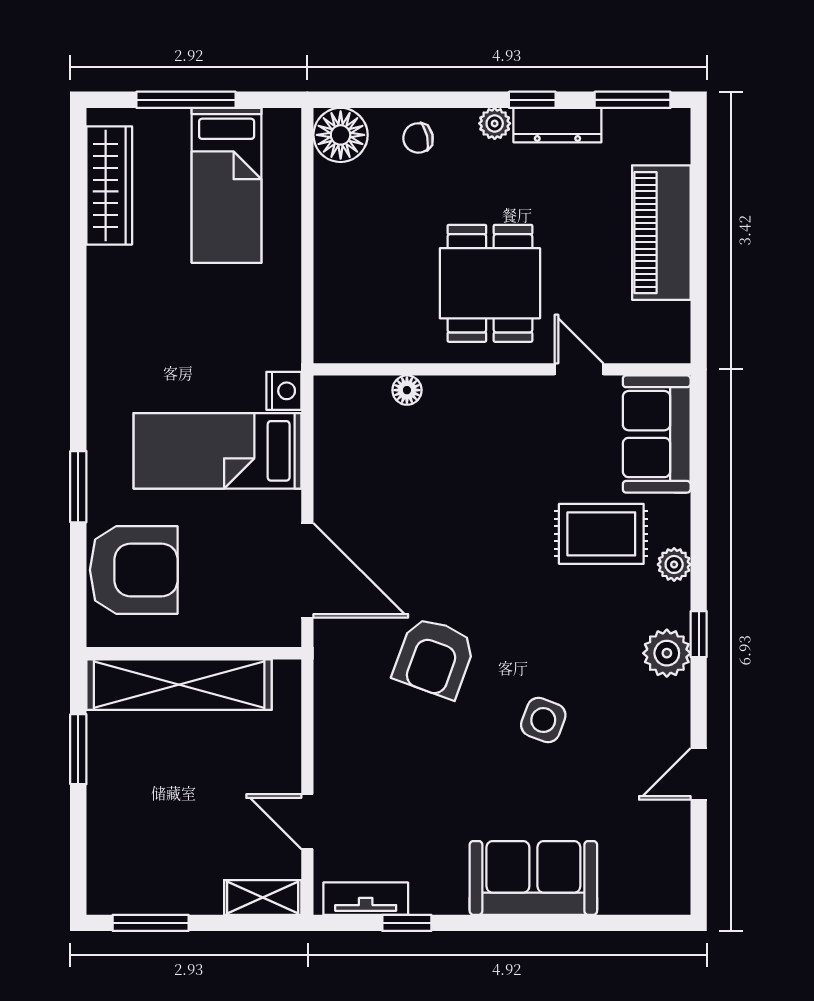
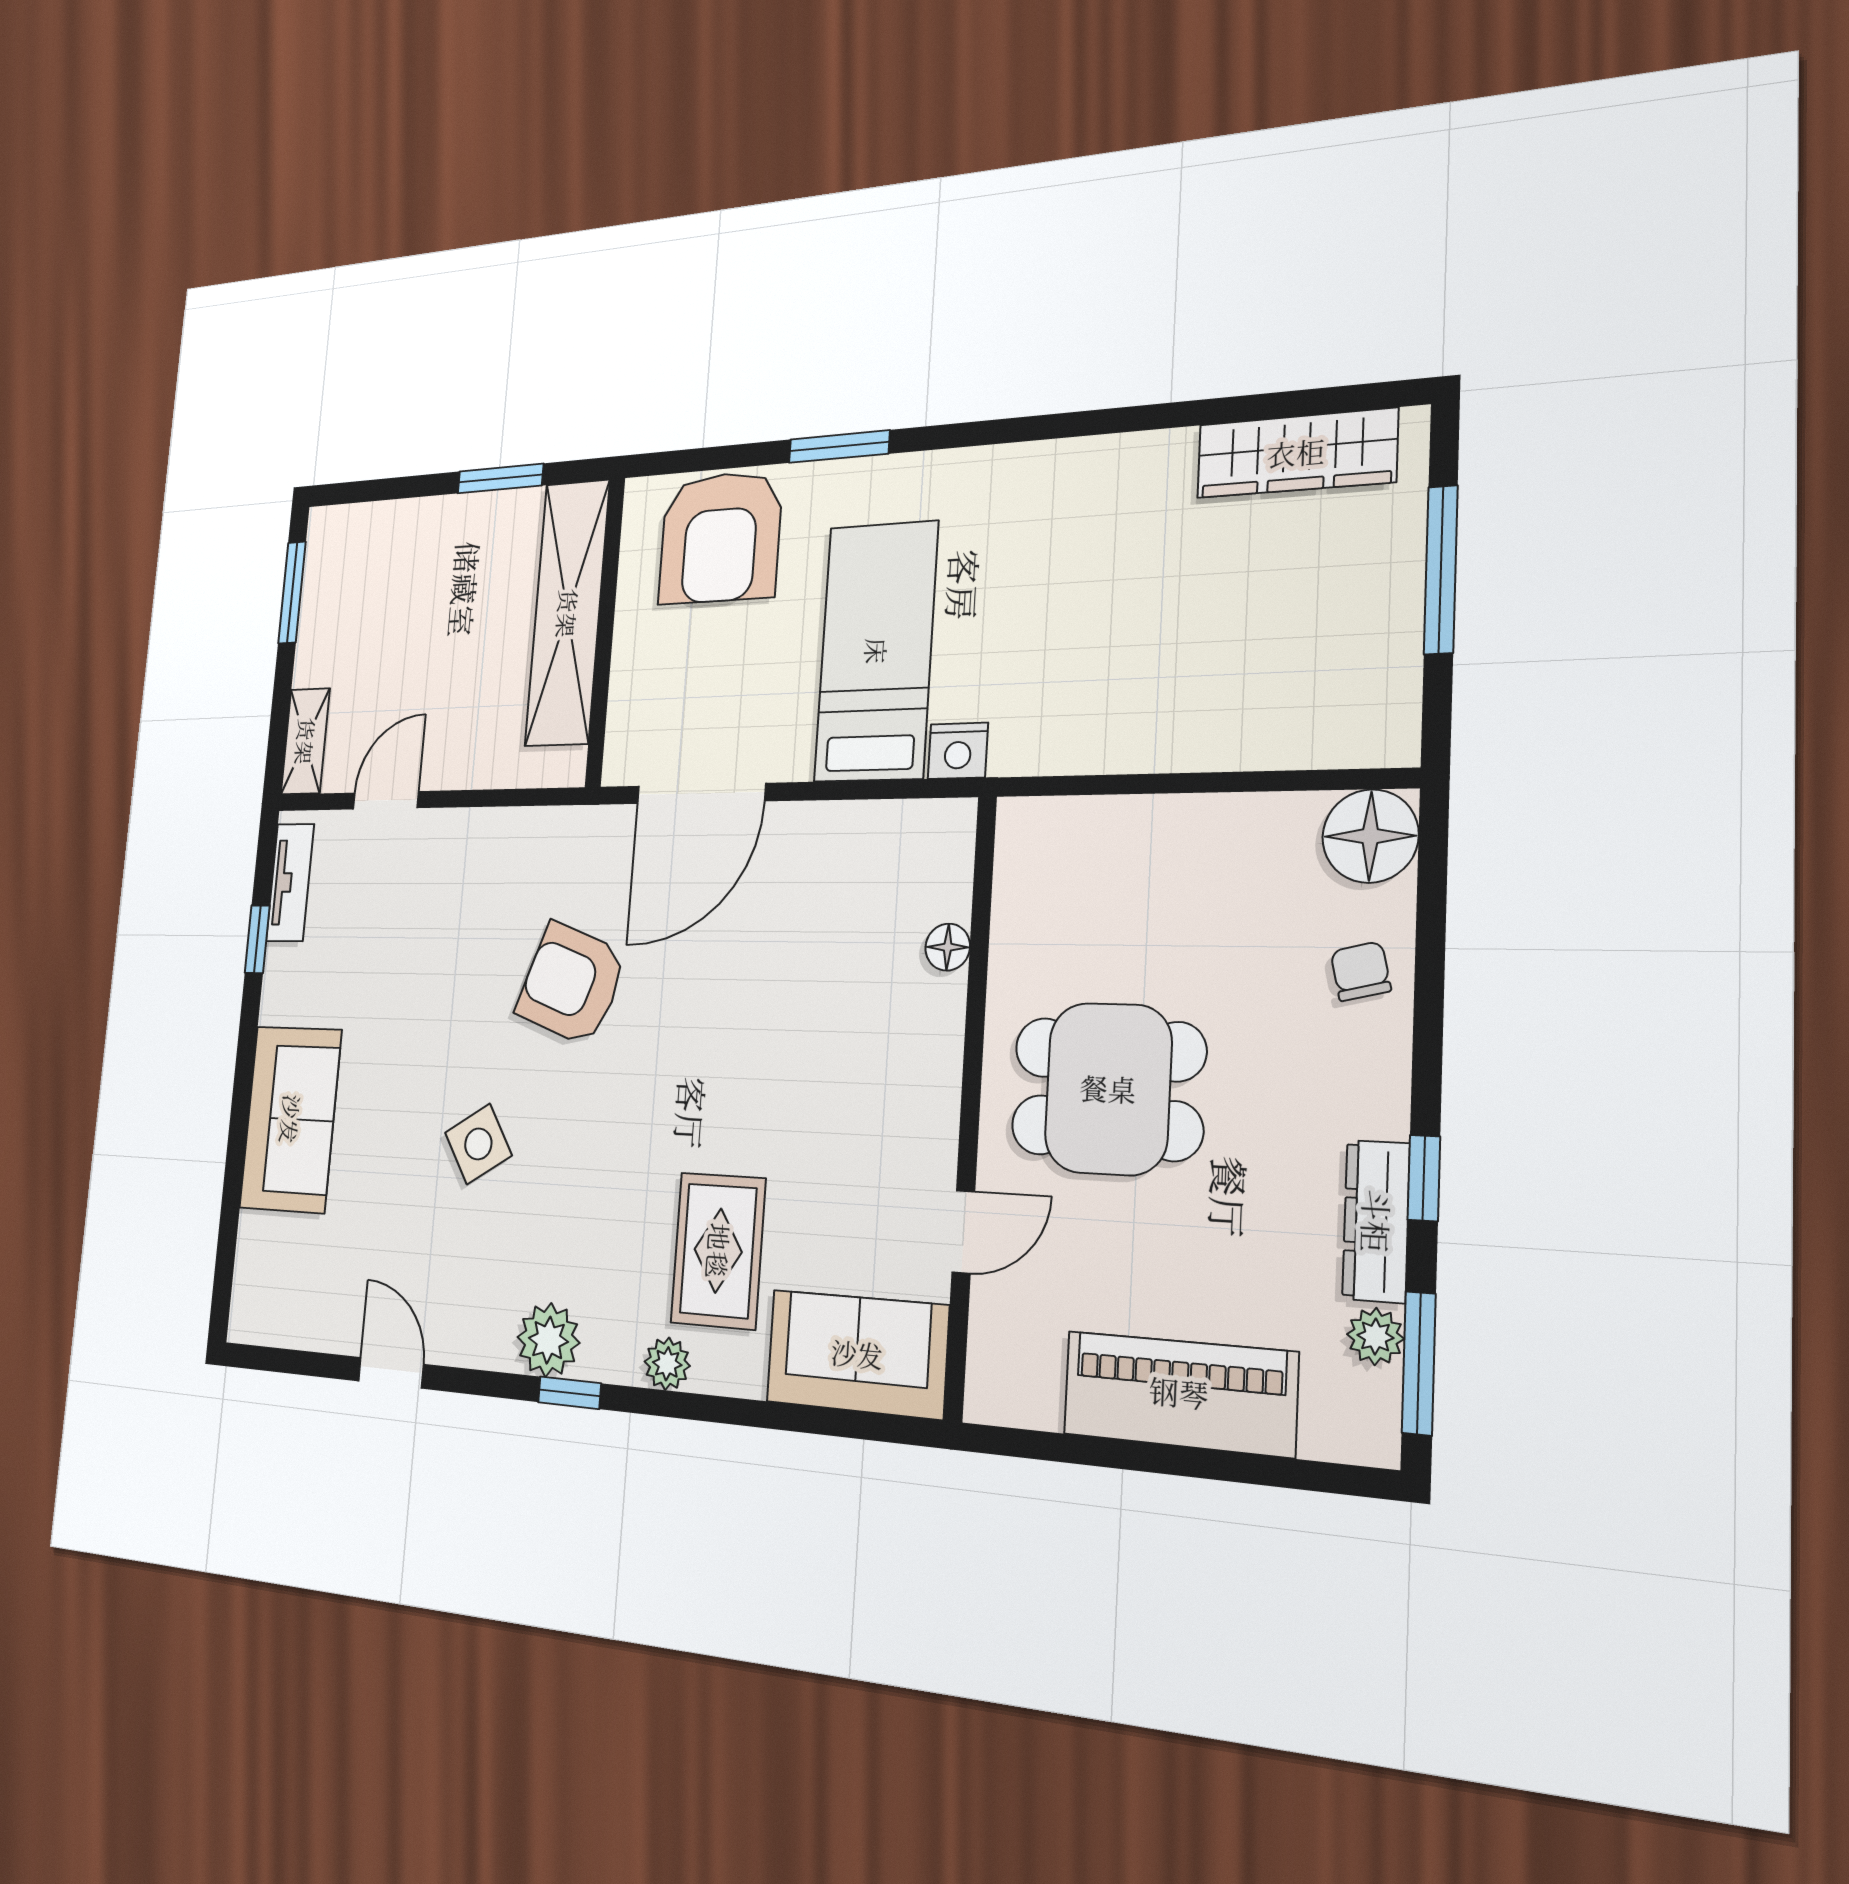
plant: (495, 123) -> (1375, 1336), moved
bed: (227, 185) -> (1290, 646), removed
side table: (543, 720) -> (478, 1144), turned 37

